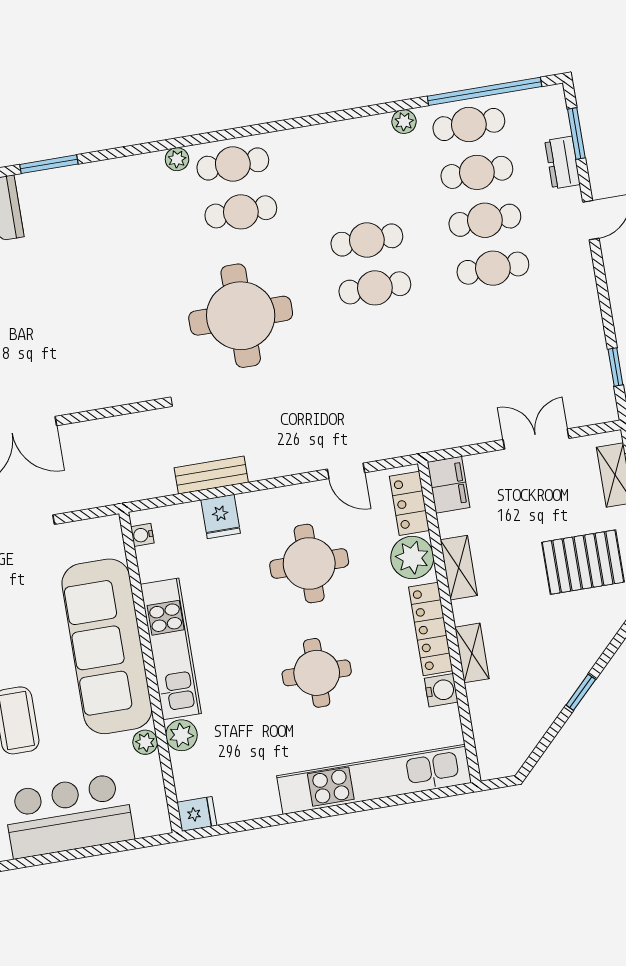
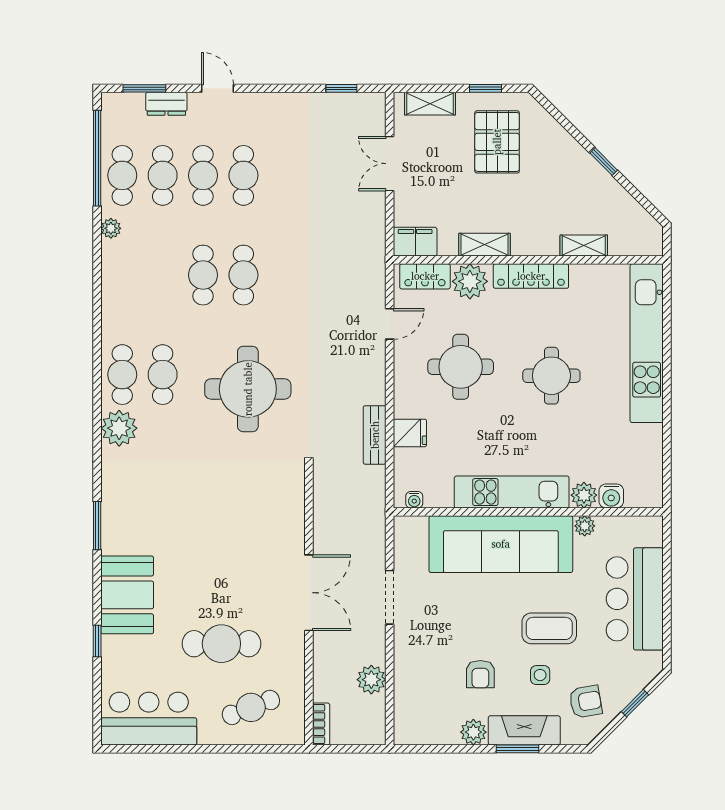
plant: (177, 159) -> (119, 428), width x1.88, depth x1.88
shelving: (472, 653) -> (584, 245), moved
water cooler: (441, 690) -> (611, 496), moved, turned 180
fridge: (197, 814) -> (651, 493), removed

